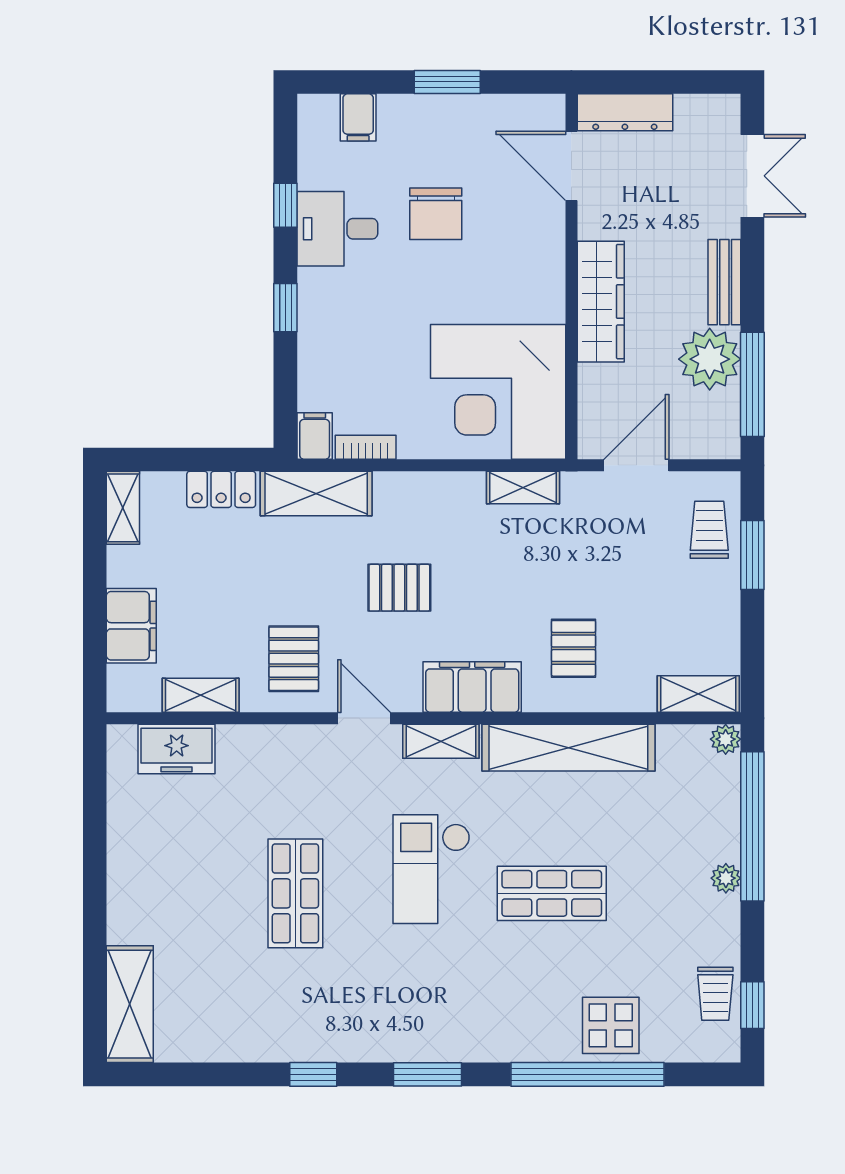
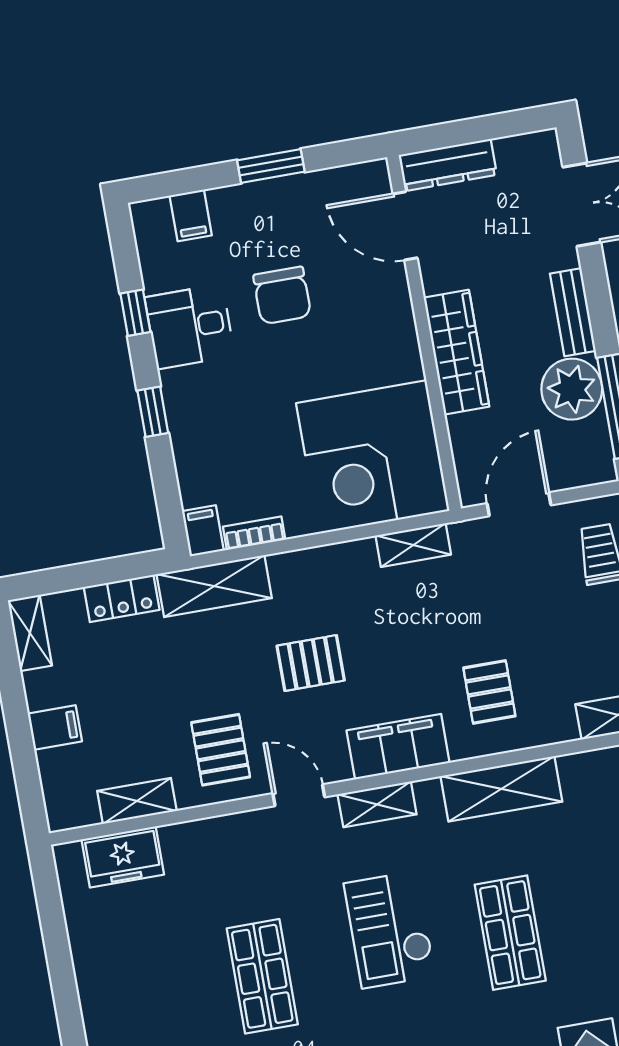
filing cabinet: (131, 626) -> (55, 728), width x0.50
shelving: (568, 748) -> (501, 789), width x0.68
shop shelf: (552, 893) -> (510, 933), turned 90

